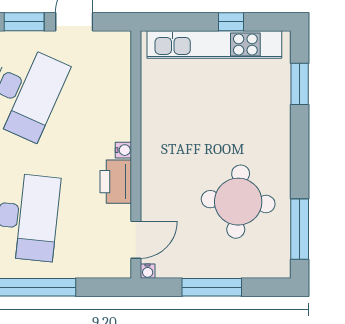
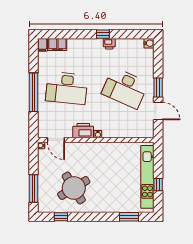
round table: (238, 202) -> (74, 188), turned -36
window: (300, 229) -> (61, 217), width x0.46
window: (212, 287) -> (34, 188), moved

